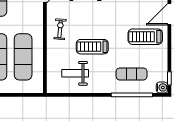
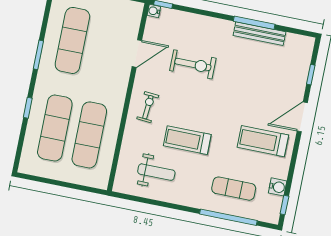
weight bench: (75, 73) -> (156, 172), turned 180
water cooler: (162, 87) -> (278, 187), moved

